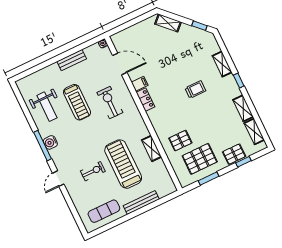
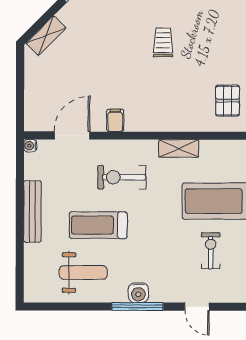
bench: (72, 60) -> (32, 211), width x1.36
locker: (145, 100) -> (143, 123), removed
treadmill: (77, 102) -> (98, 225), turned 180
shelving: (151, 148) -> (179, 148), moved

